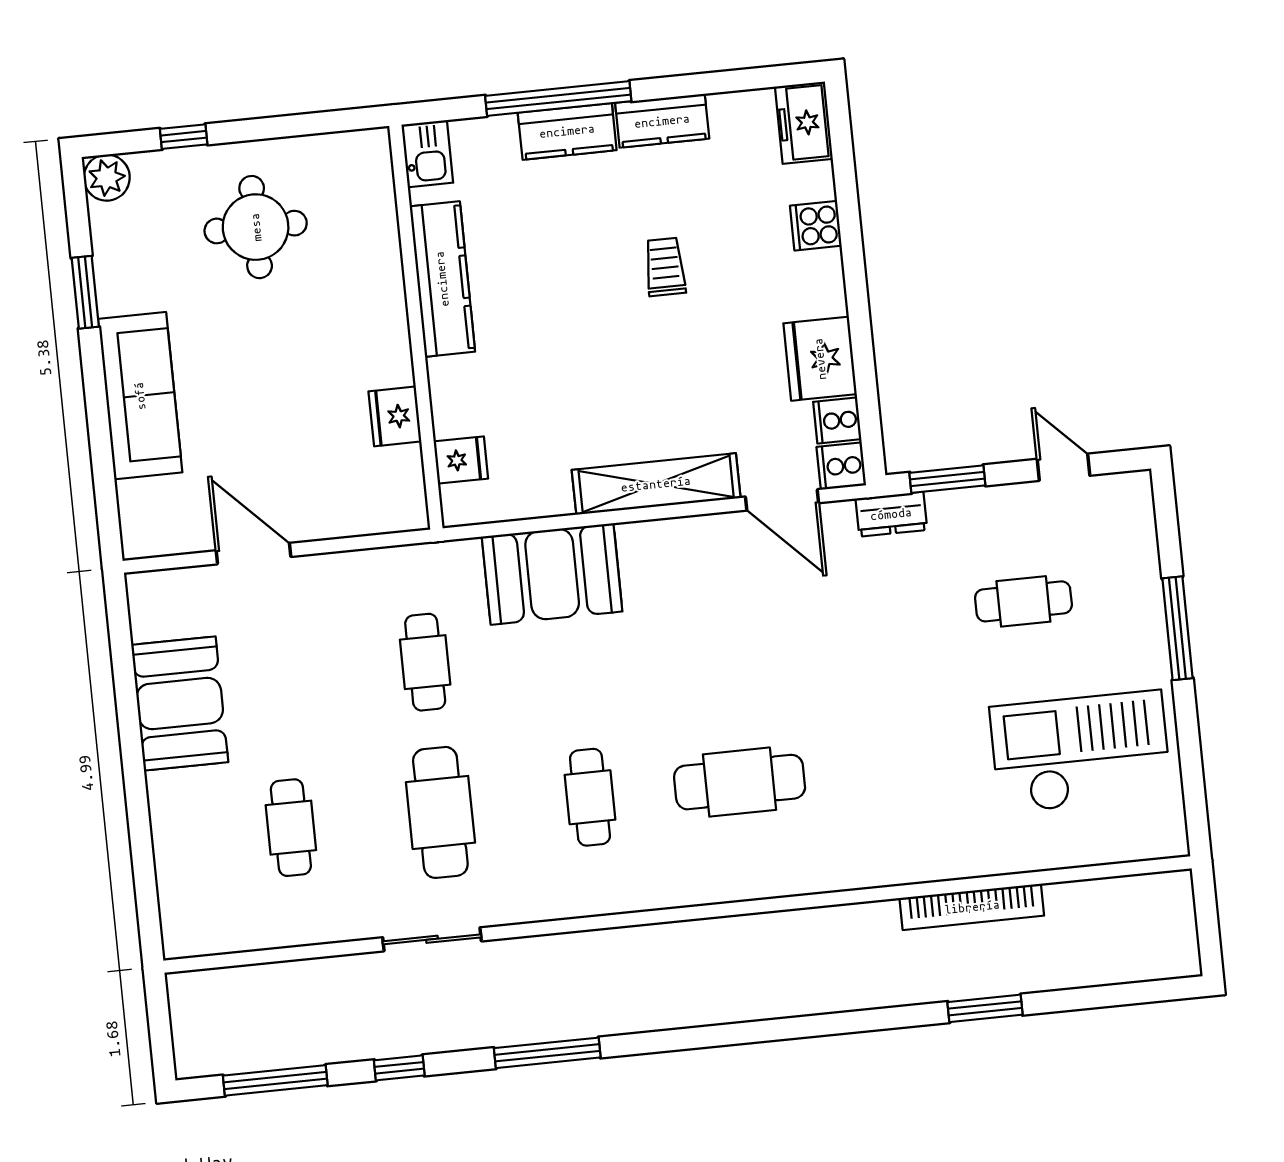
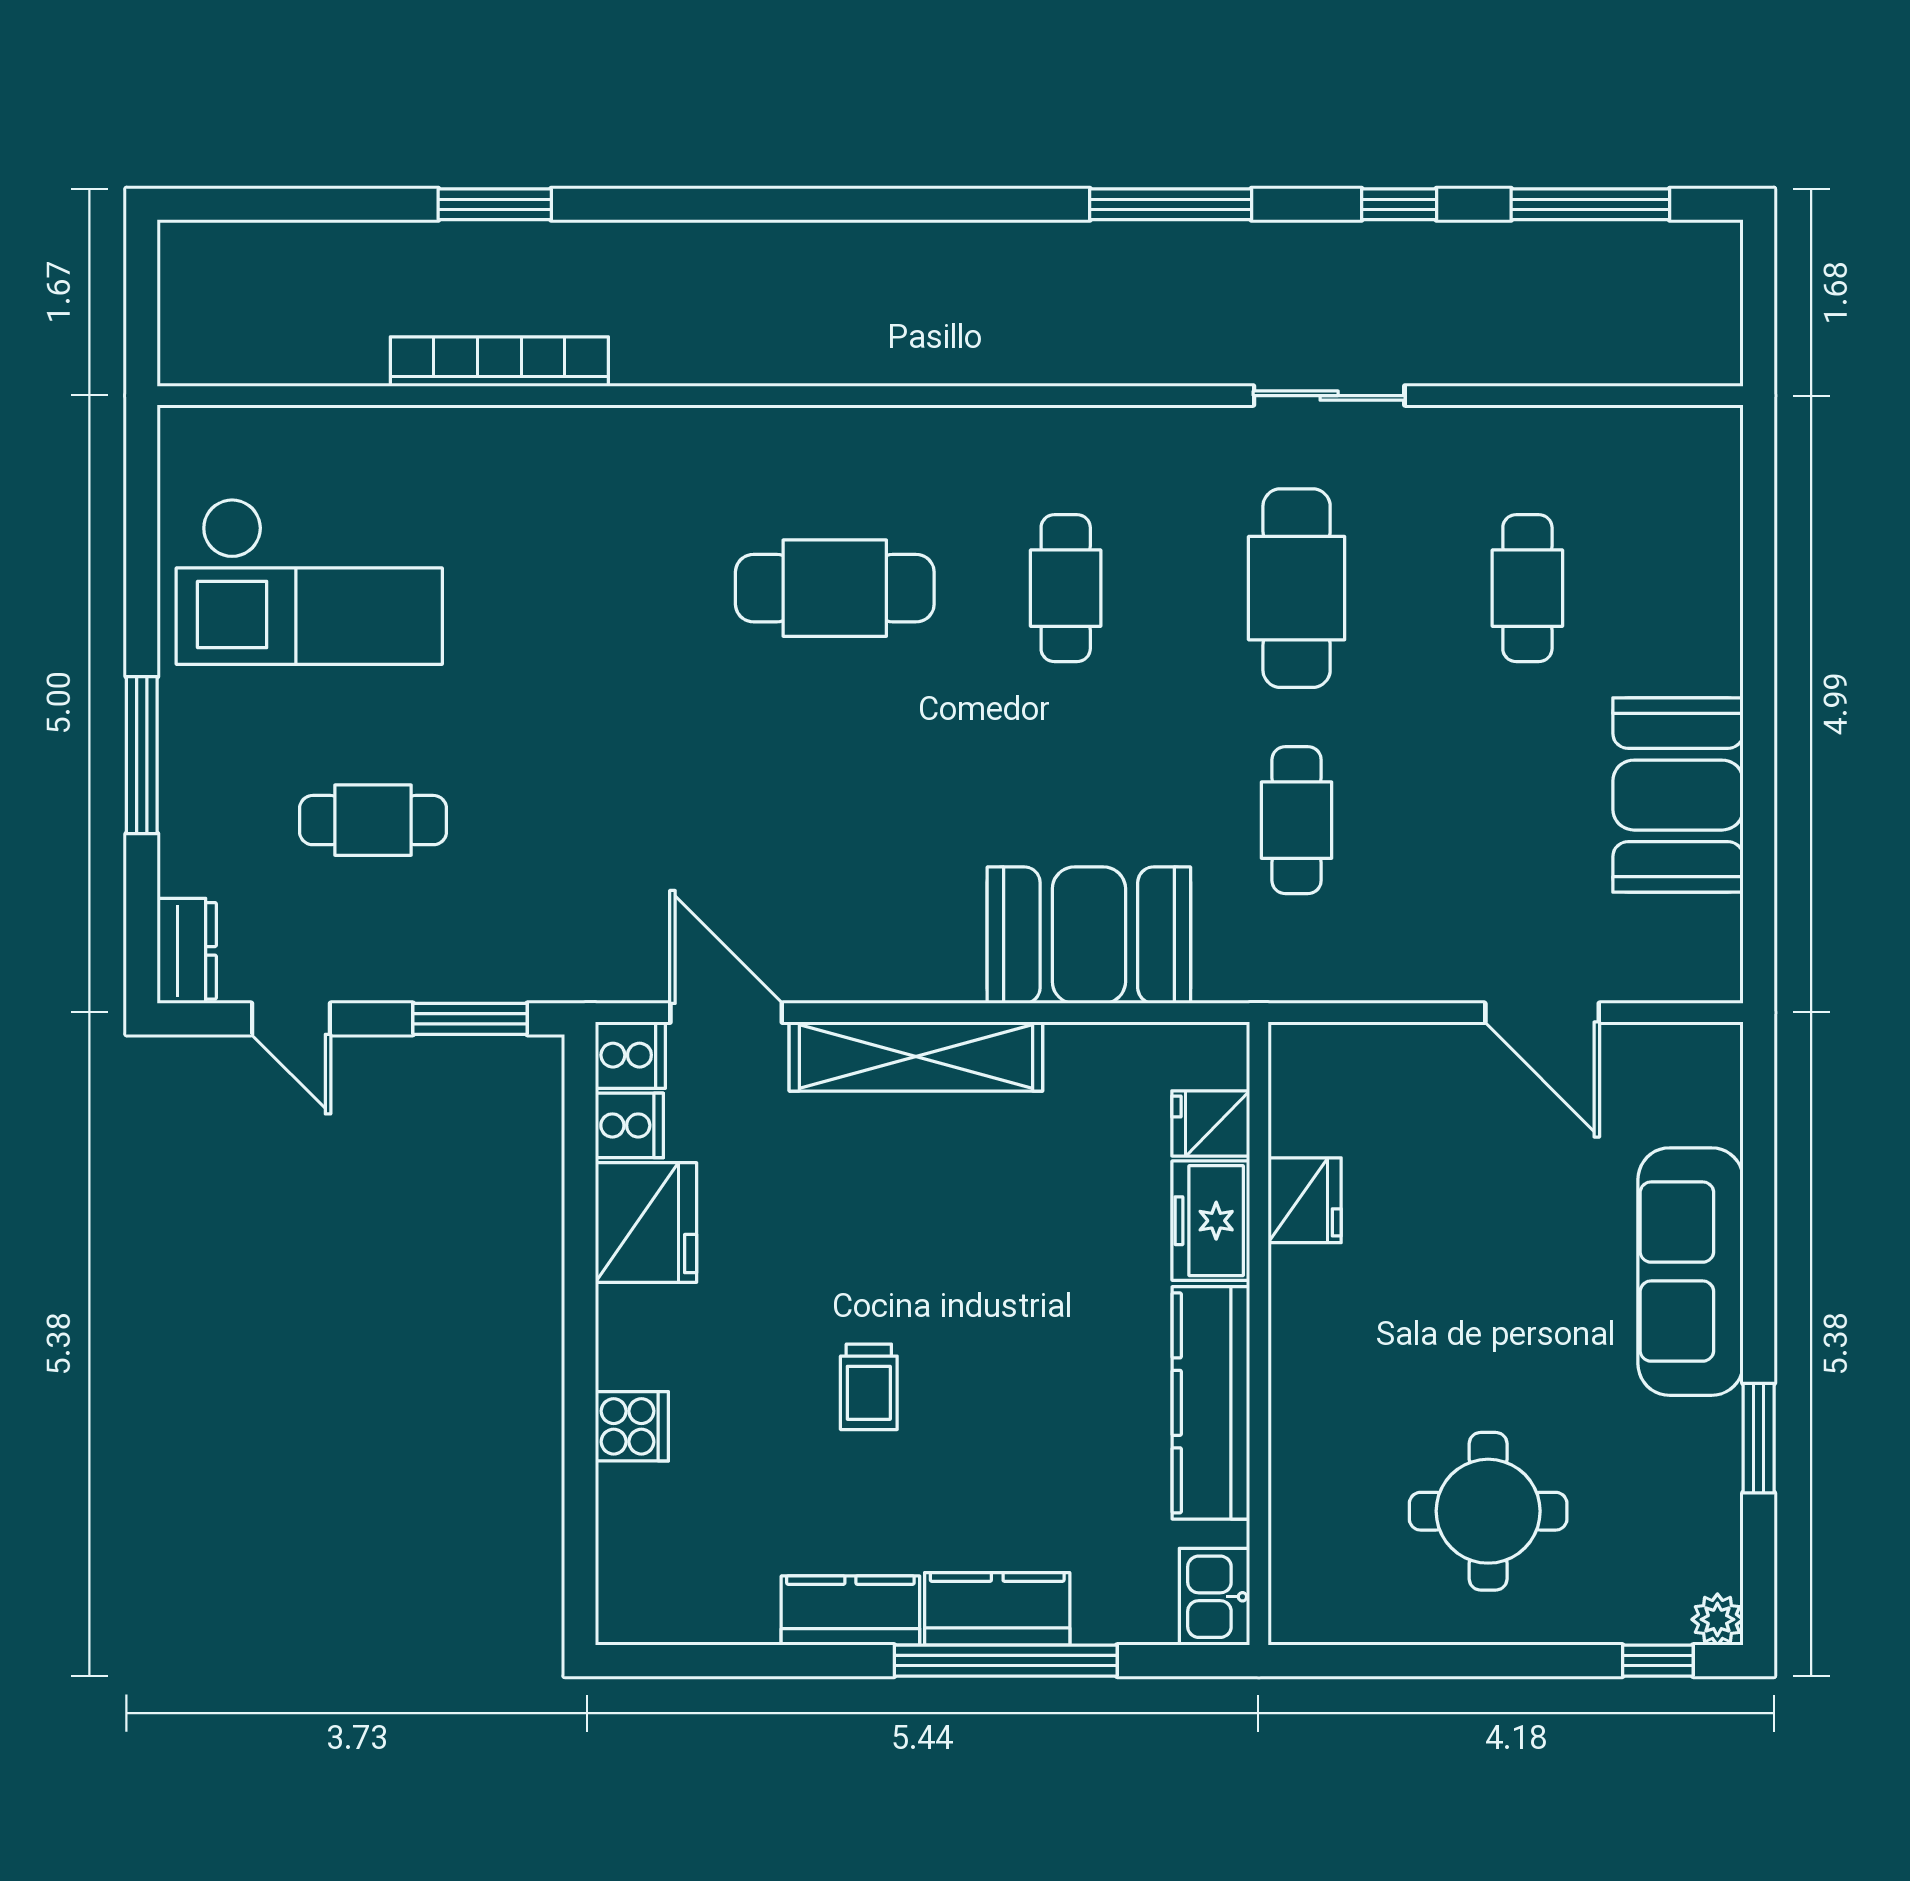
freezer: (804, 123) -> (1211, 1221), moved, turned 180
window: (184, 137) -> (1658, 1661), moved
plant: (107, 178) -> (1717, 1619), width x0.73, depth x0.73
dresser: (891, 514) -> (187, 951), moved, turned 90

